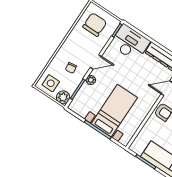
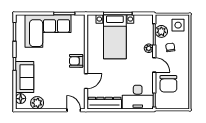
chair: (95, 25) -> (168, 84), moved
door: (96, 62) -> (154, 65), swing flipped
plant: (63, 97) -> (161, 31), moved

